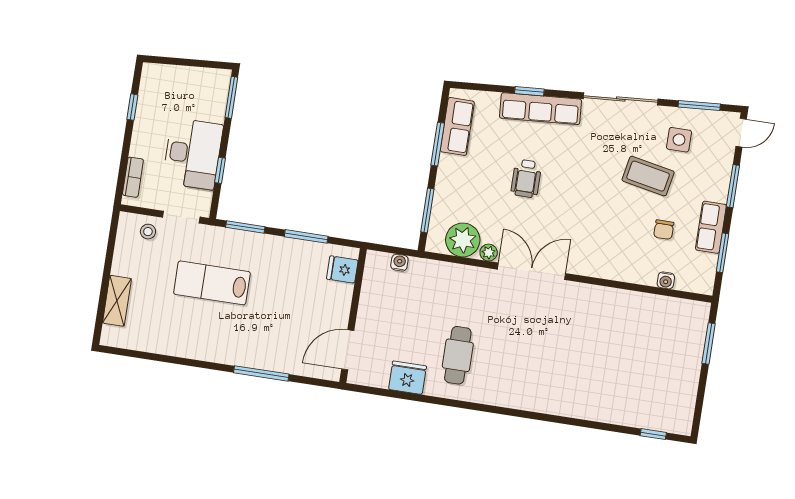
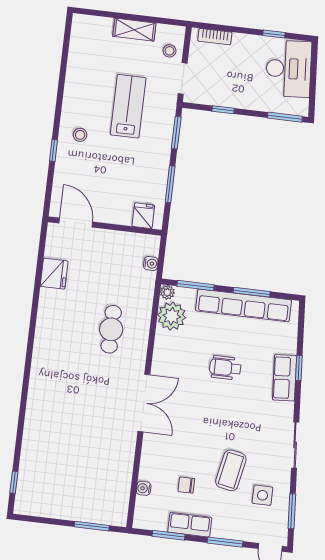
sliding door: (621, 99) -> (295, 445), width x0.73
row of seats: (541, 109) -> (285, 378), width x0.68
row of seats: (457, 126) -> (244, 305), width x2.02
desk: (193, 154) -> (289, 69), moved, turned -94
plant: (489, 253) -> (167, 292), moved
double door: (531, 271) -> (144, 403), moved
shelving: (117, 301) -> (134, 30), moved
stool: (244, 341) -> (80, 135), added
cafe table: (458, 355) -> (111, 329), moved, turned 90
window: (261, 373) -> (53, 150), width x0.46

